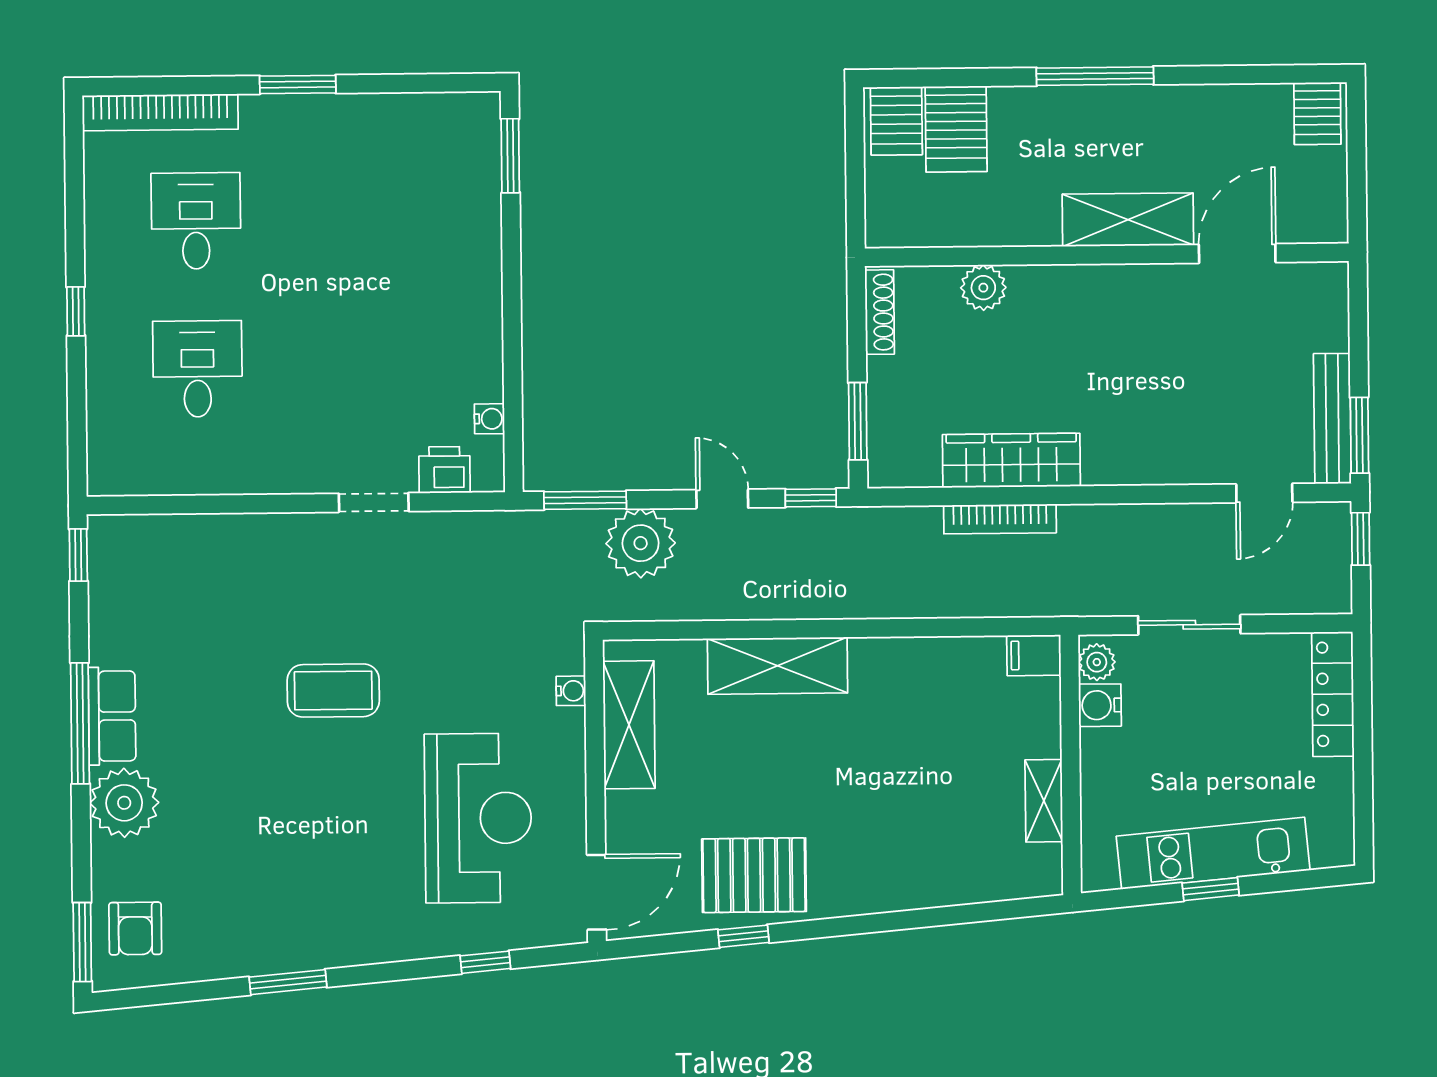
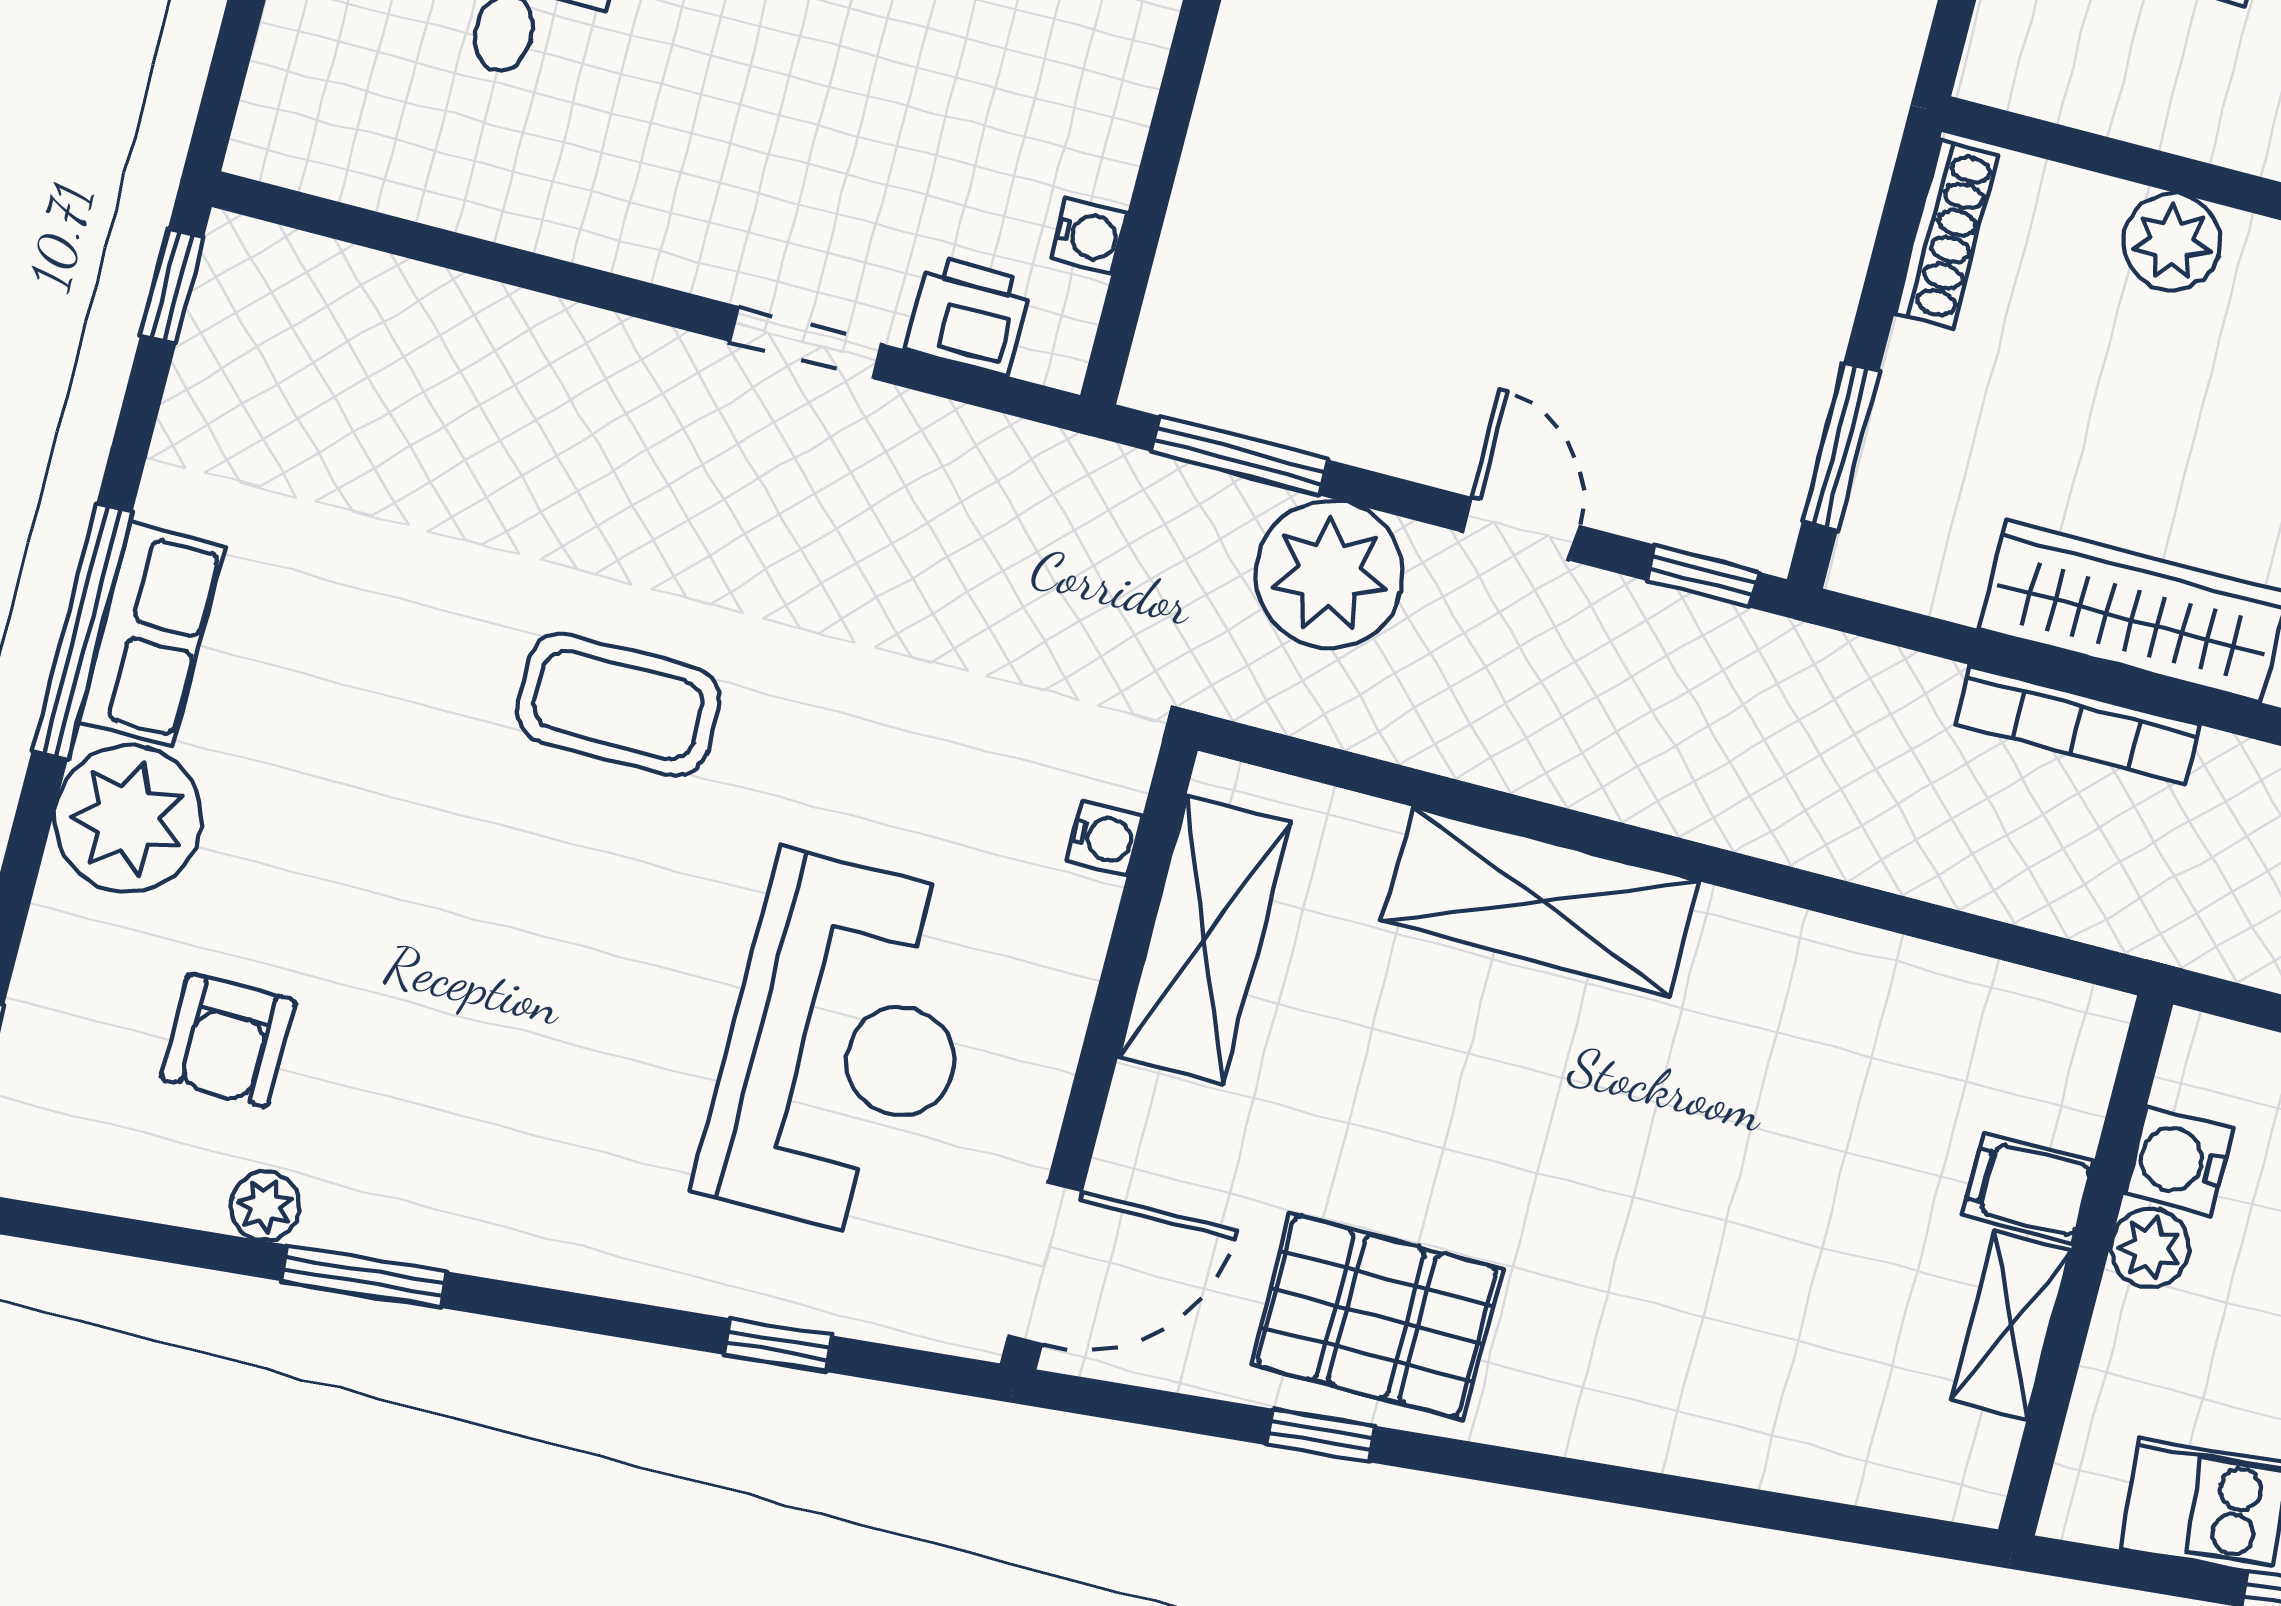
filing cabinet: (1034, 655) -> (2028, 1188), moved
plant: (1097, 662) -> (2150, 1248), moved
armchair: (135, 928) -> (228, 1040), moved
plant: (235, 962) -> (265, 1206), added

